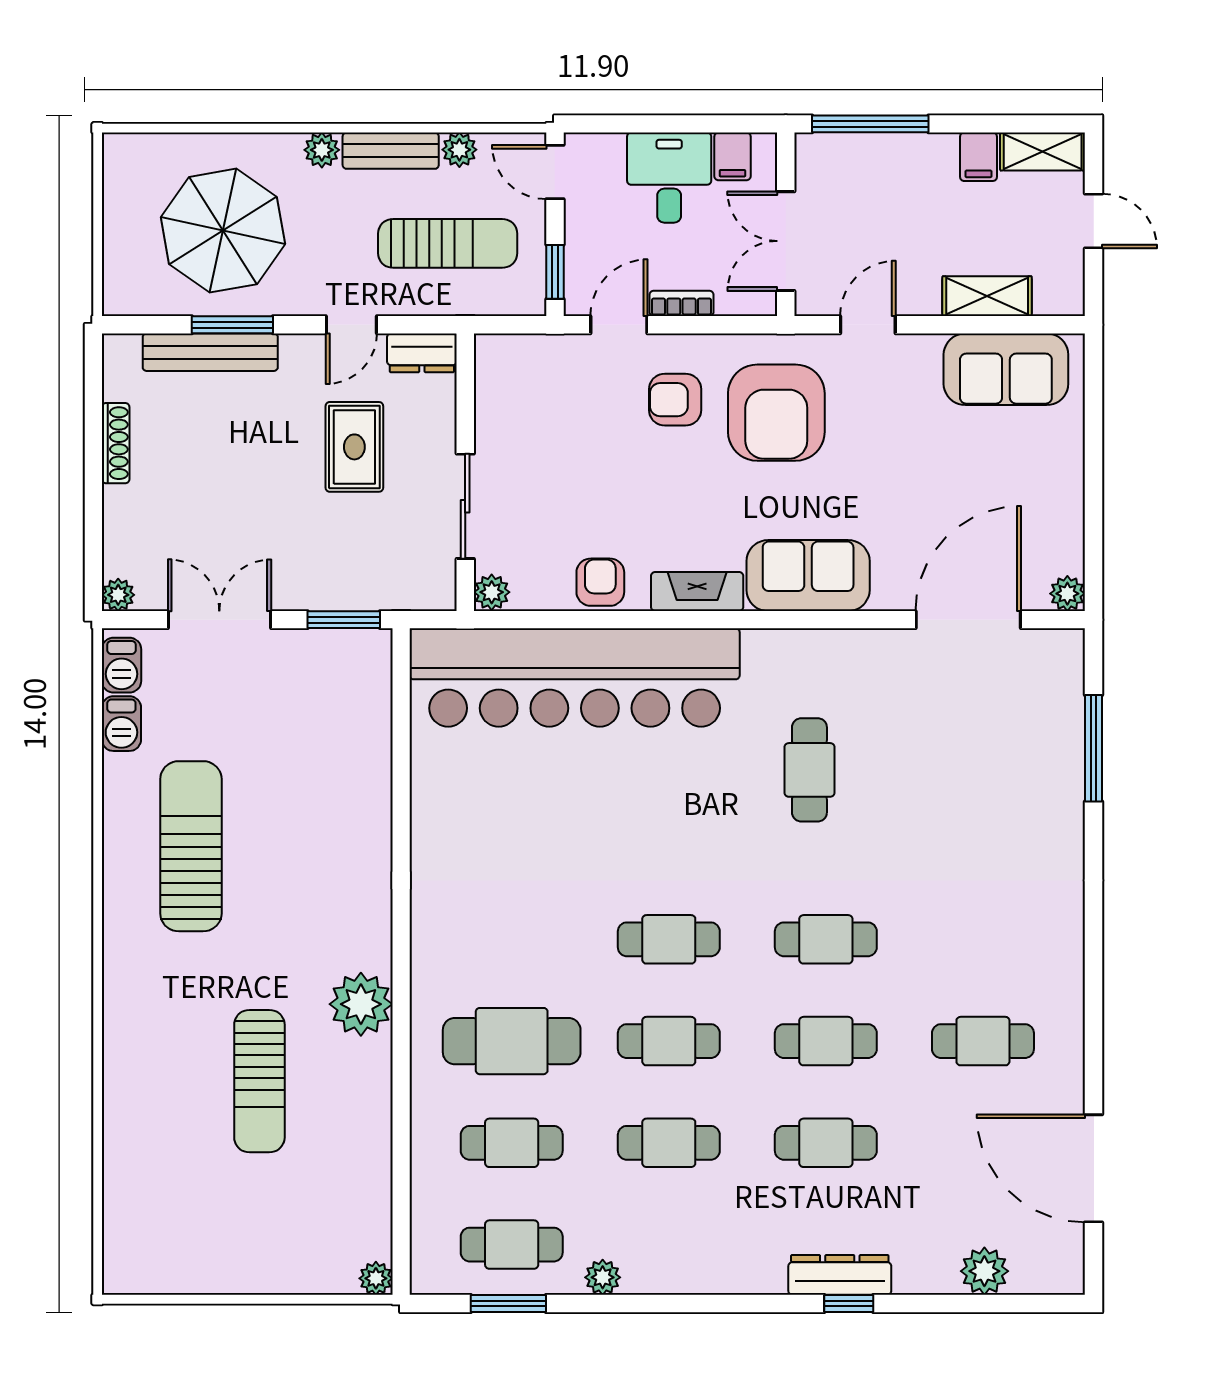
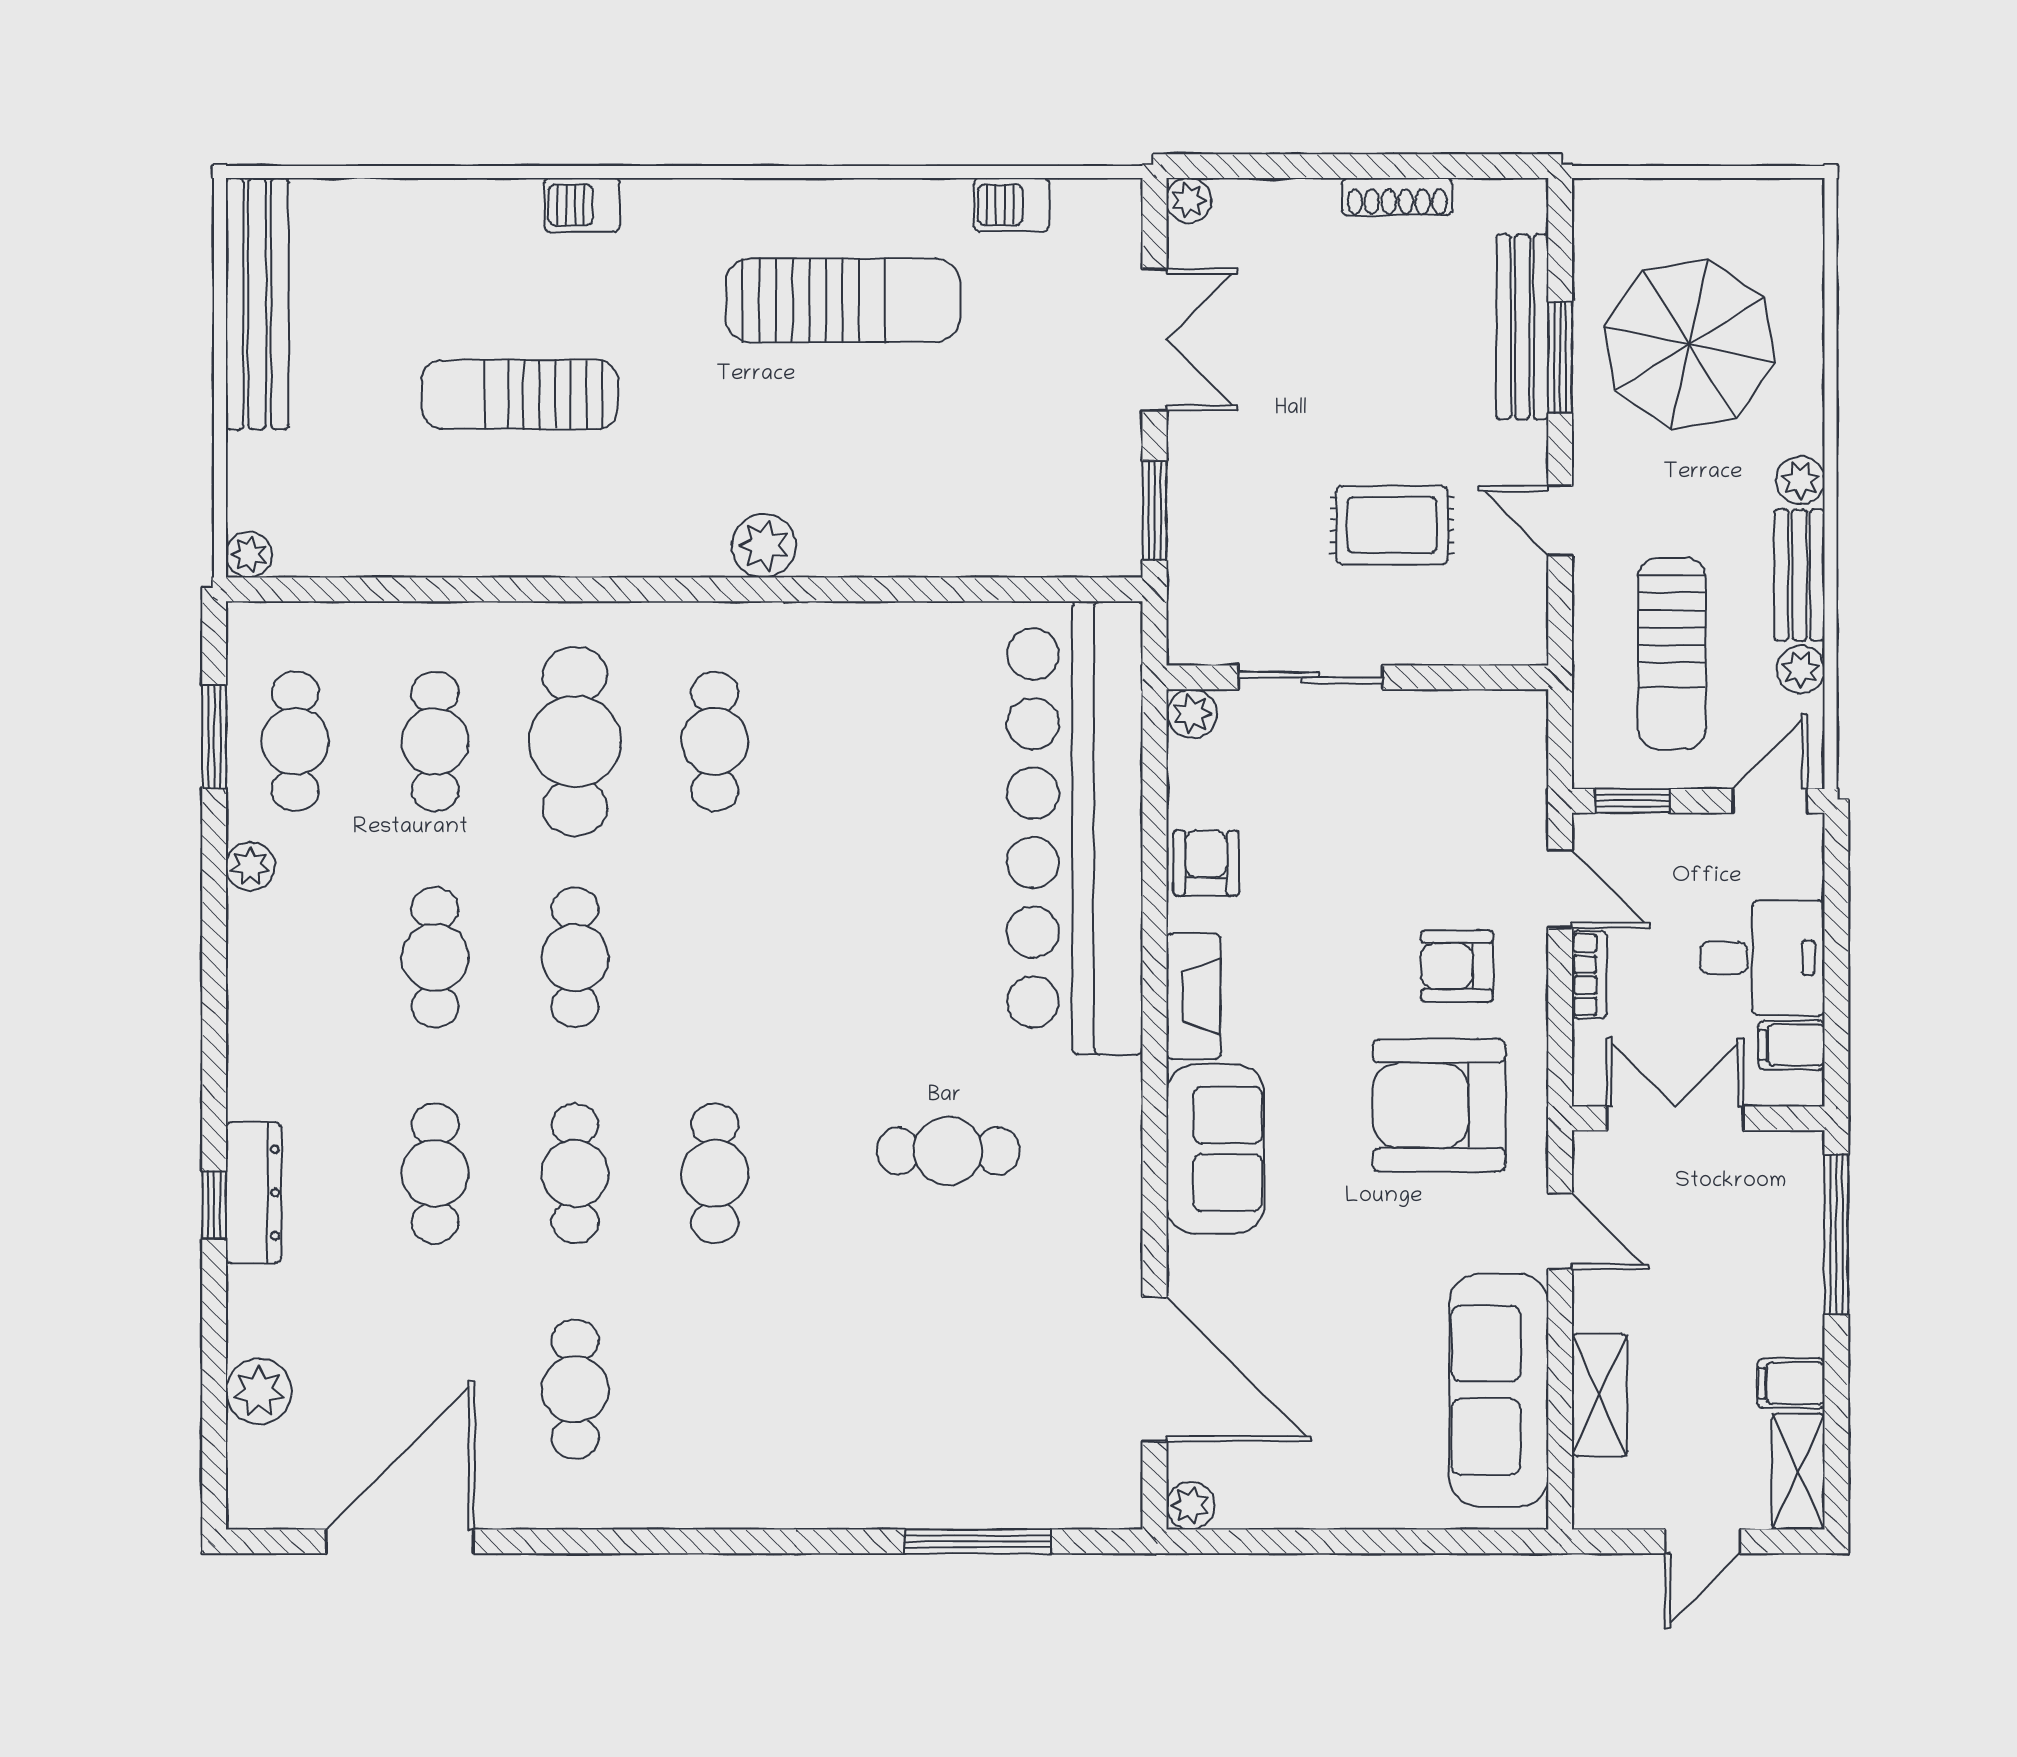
dresser: (422, 353) -> (1521, 618), removed
sofa: (1006, 369) -> (1499, 1390), width x1.36
armchair: (675, 400) -> (1457, 966), turned -90
armchair: (600, 582) -> (1206, 863), turned -90
barbecue: (121, 665) -> (582, 205), moved
cafe table: (669, 939) -> (715, 741), moved
plant: (361, 1004) -> (764, 546), moved, width x0.73, depth x0.73
bench: (193, 1272) -> (257, 304), added

